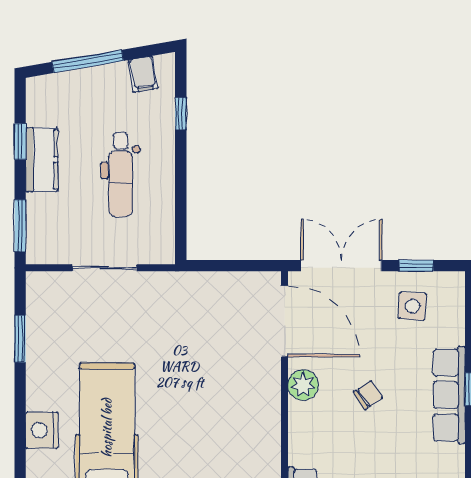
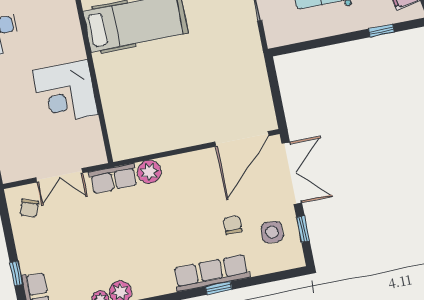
plant: (303, 385) -> (149, 172), moved
chair: (368, 395) -> (233, 225), moved, turned -146

